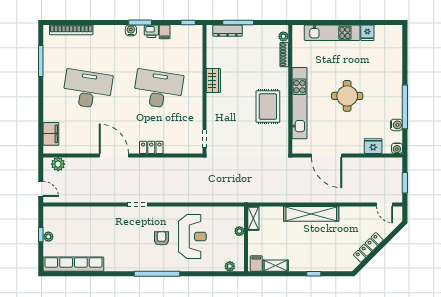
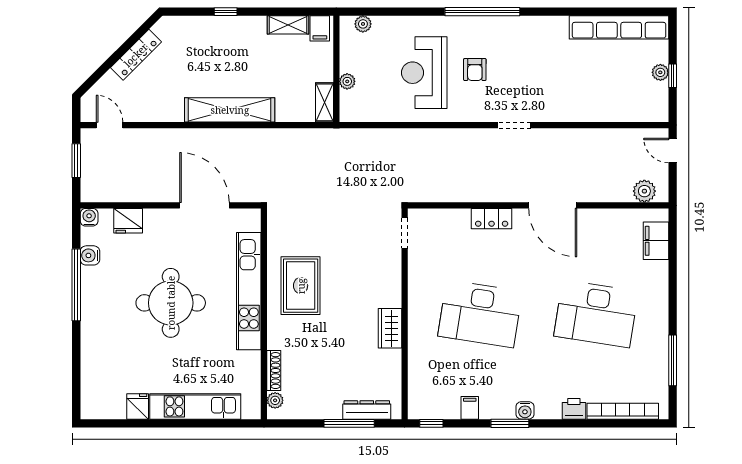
printer: (151, 31) -> (574, 409), moved
round table: (347, 96) -> (171, 303), width x1.36, depth x1.36

